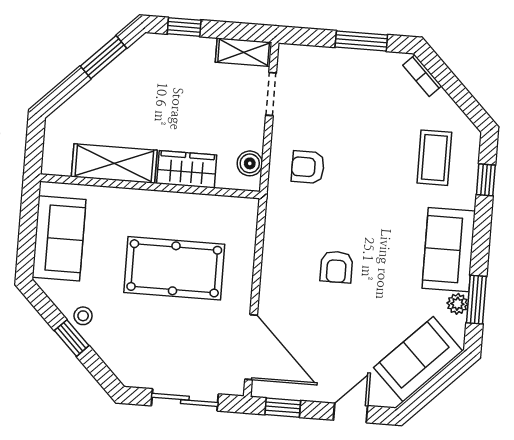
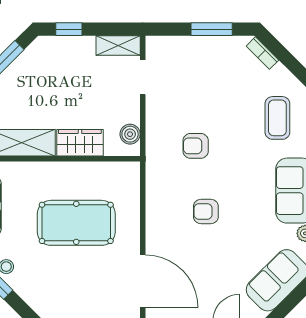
armchair: (308, 167) -> (196, 146), moved
armchair: (336, 267) -> (206, 211), turned 90

